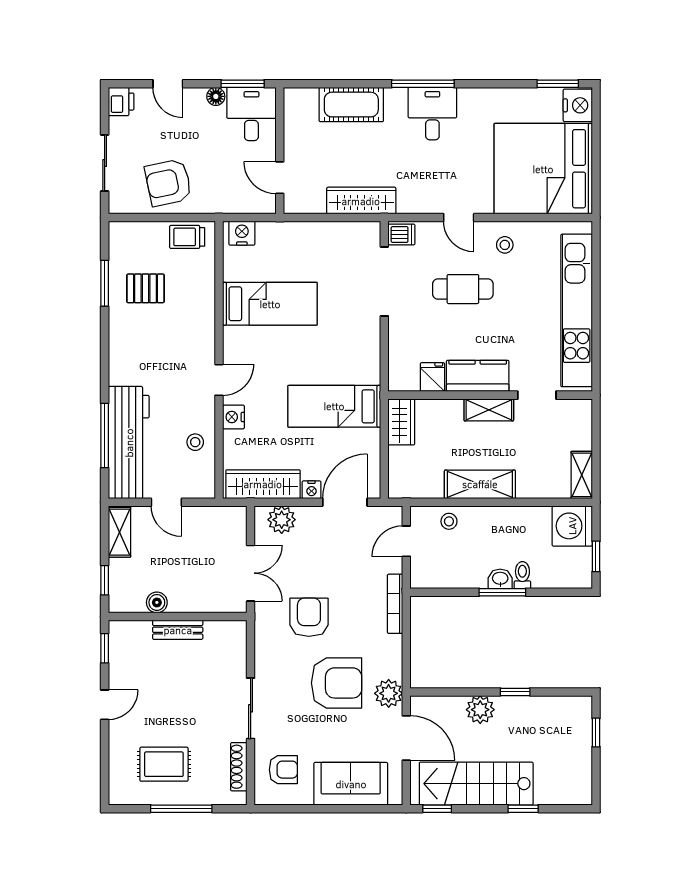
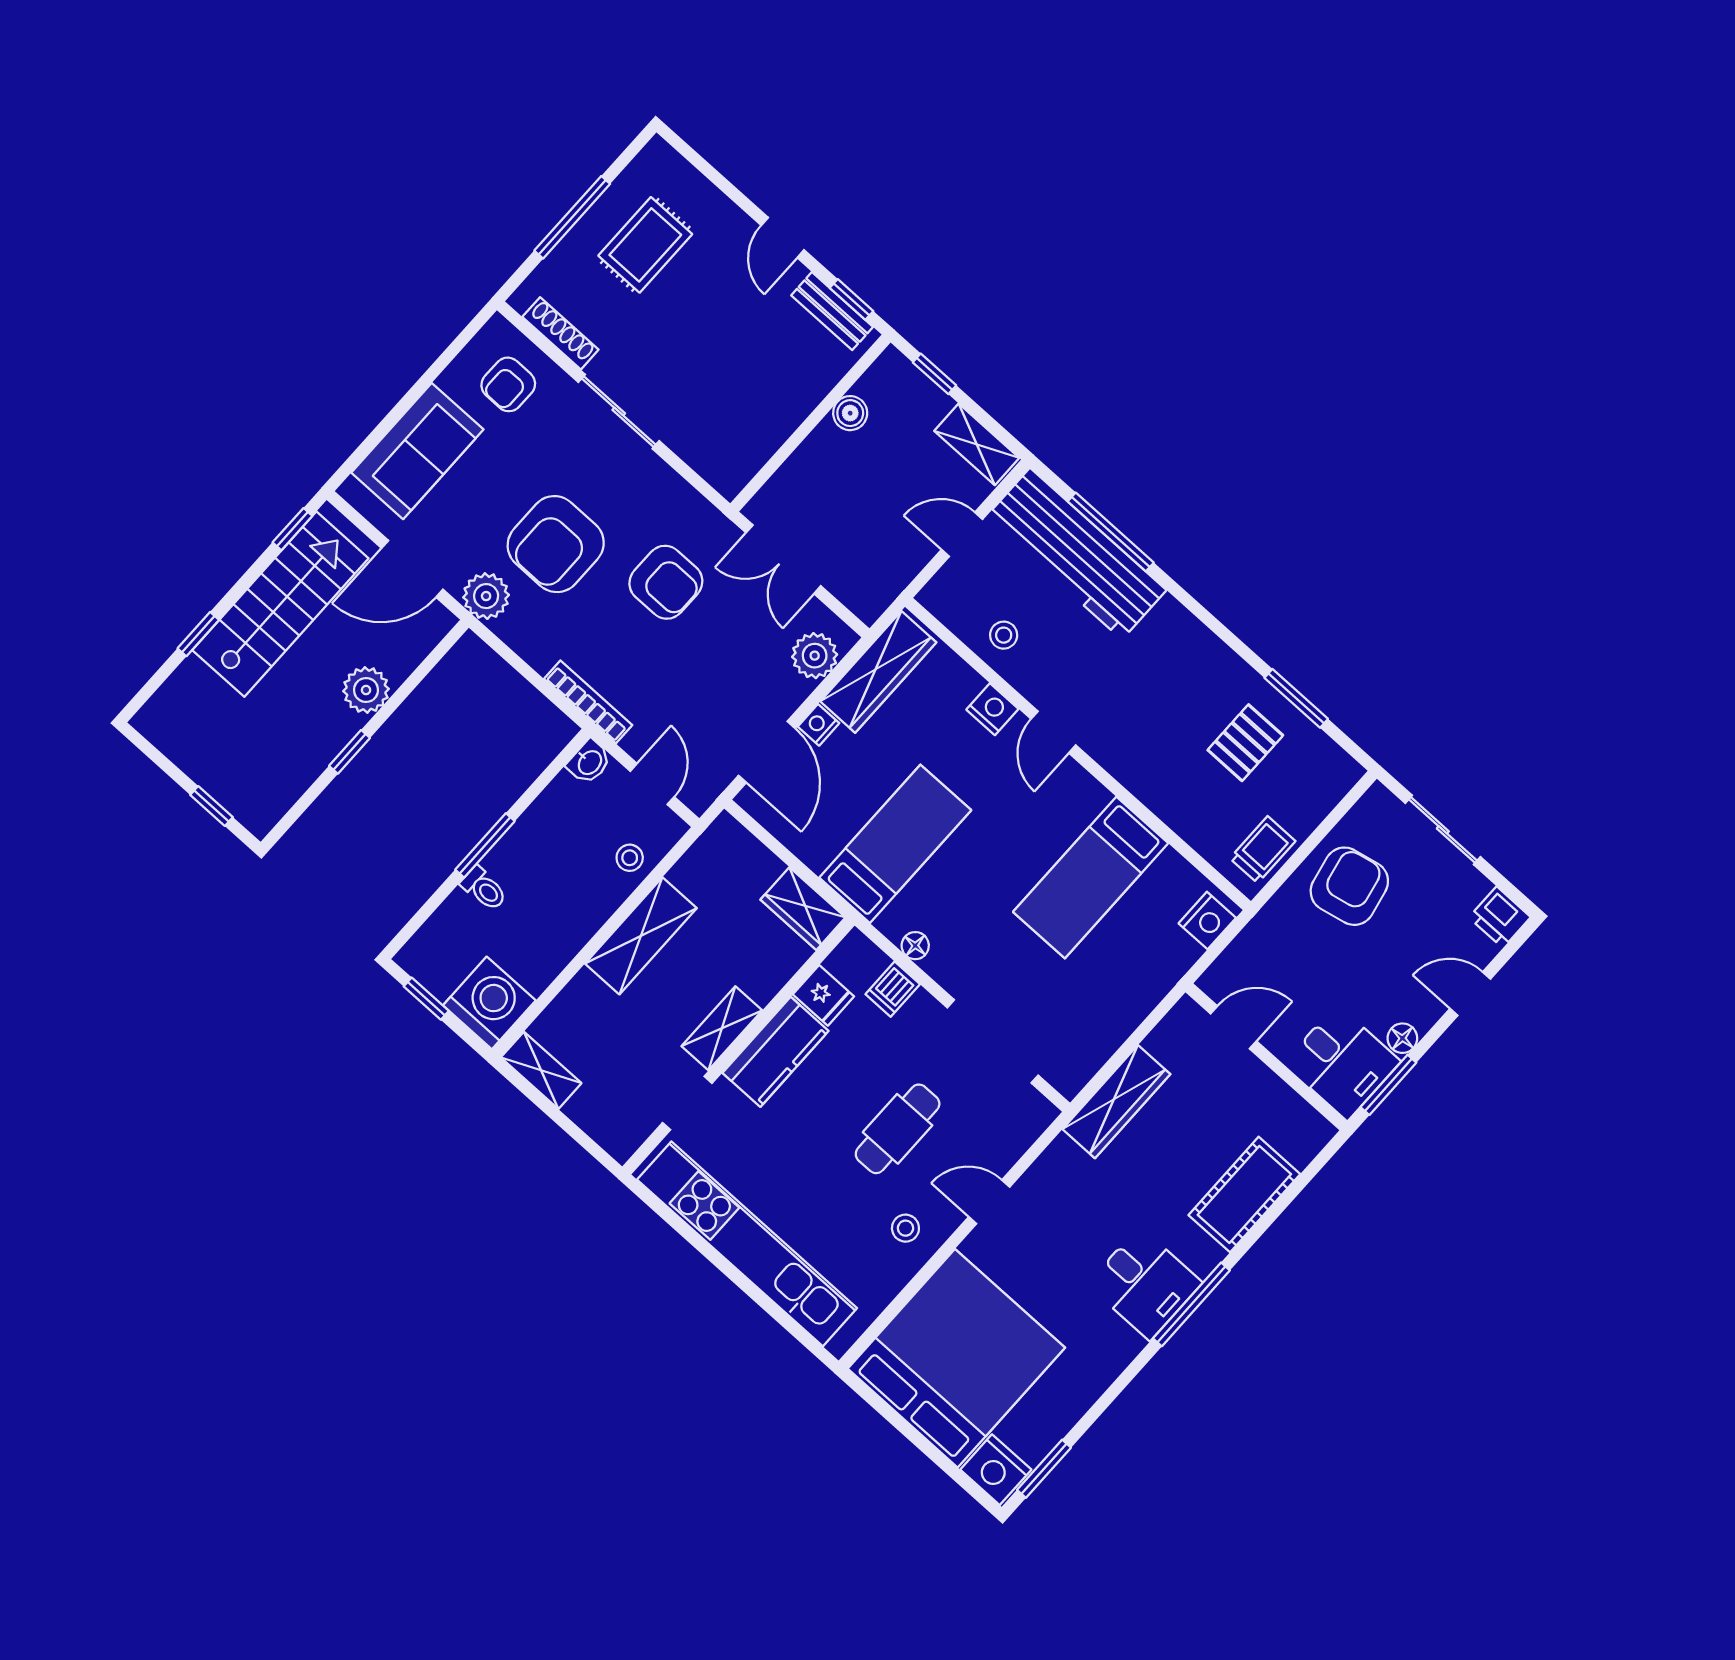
dishwasher: (401, 234) -> (893, 989), moved
floor lamp: (372, 356) -> (915, 946), added
washbasin: (500, 579) -> (589, 762), moved
bench: (178, 630) -> (832, 311), moved, turned 90

